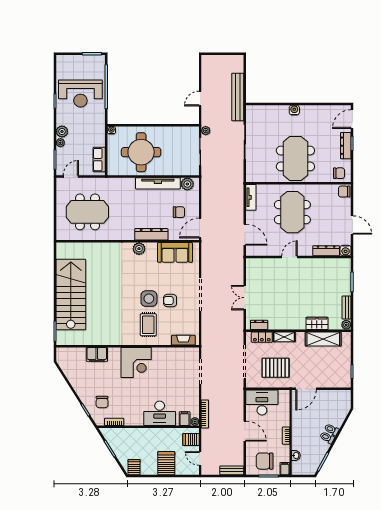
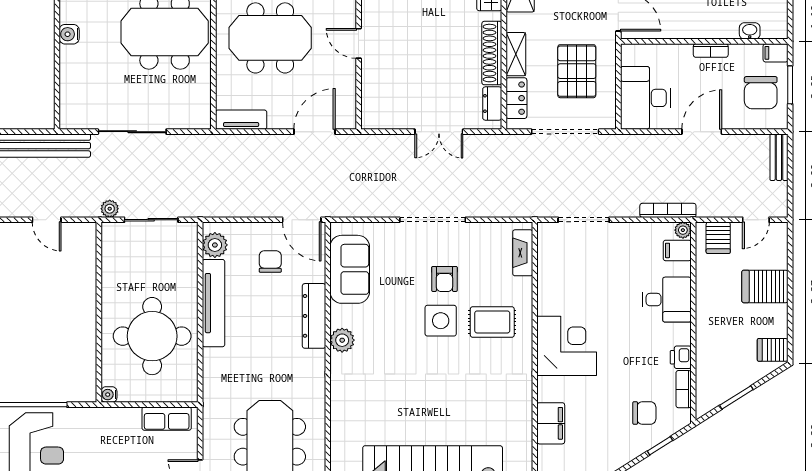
shoe rack: (285, 325) -> (492, 53), added
desk: (160, 413) -> (667, 300), width x0.73
printer: (130, 420) -> (681, 357), added

